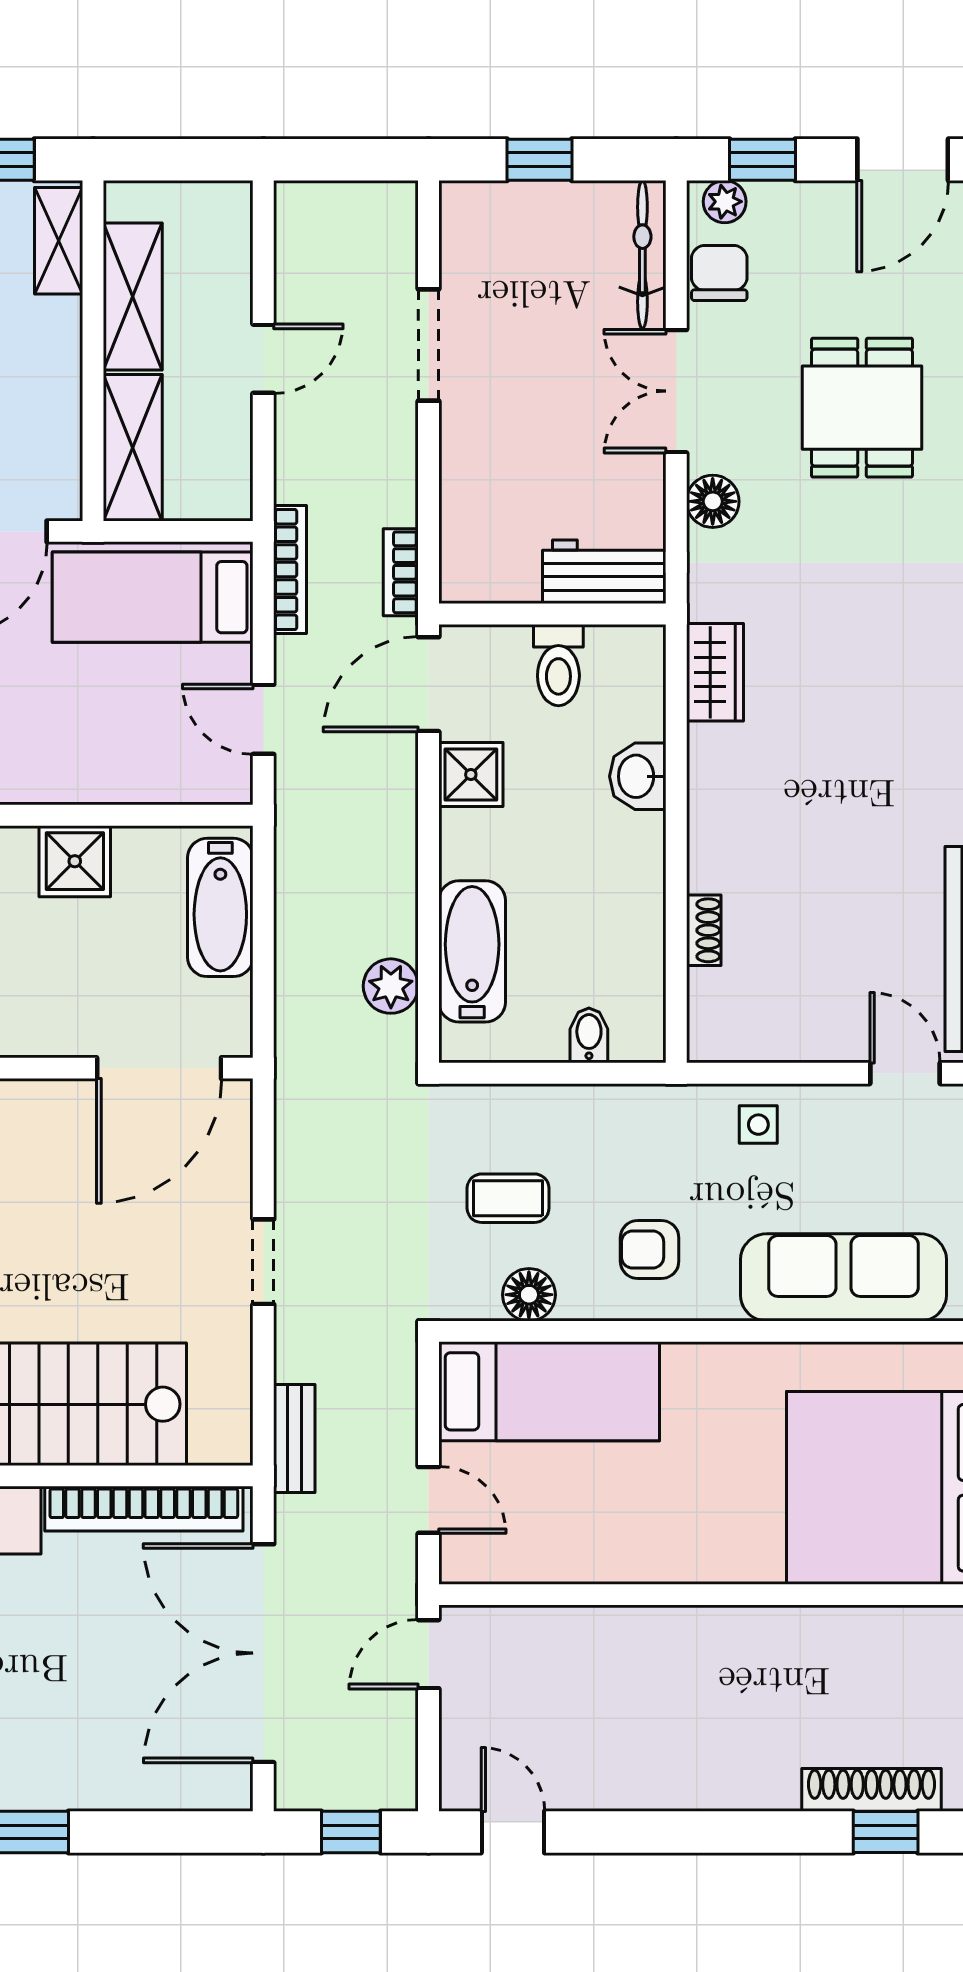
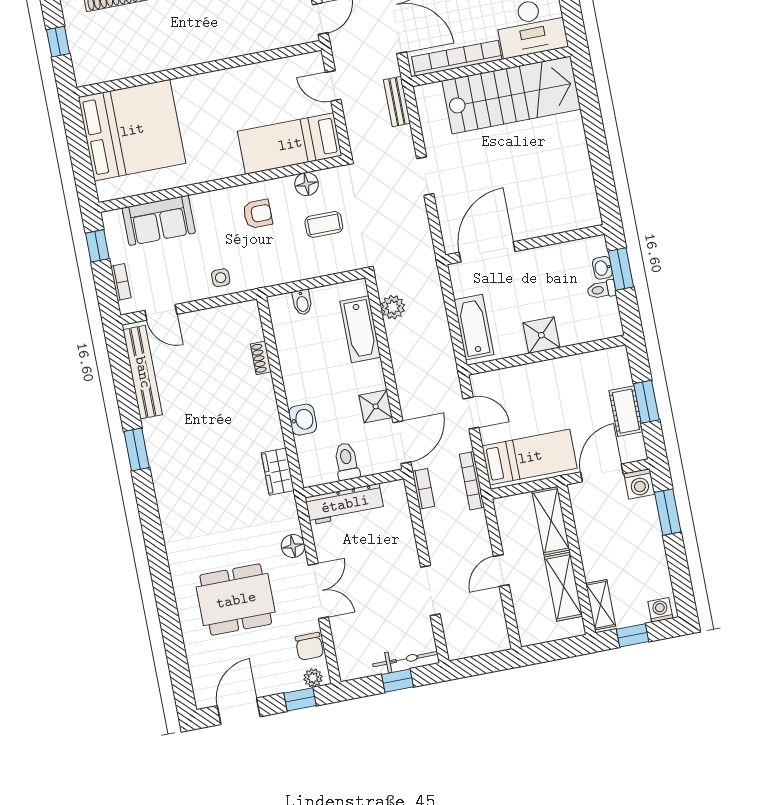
bicycle: (642, 254) -> (405, 659), moved, turned -90
dining table: (862, 408) -> (236, 600), width x1.38
workbench: (604, 572) -> (345, 504), width x1.38
sofa: (843, 1277) -> (159, 220), width x0.73

